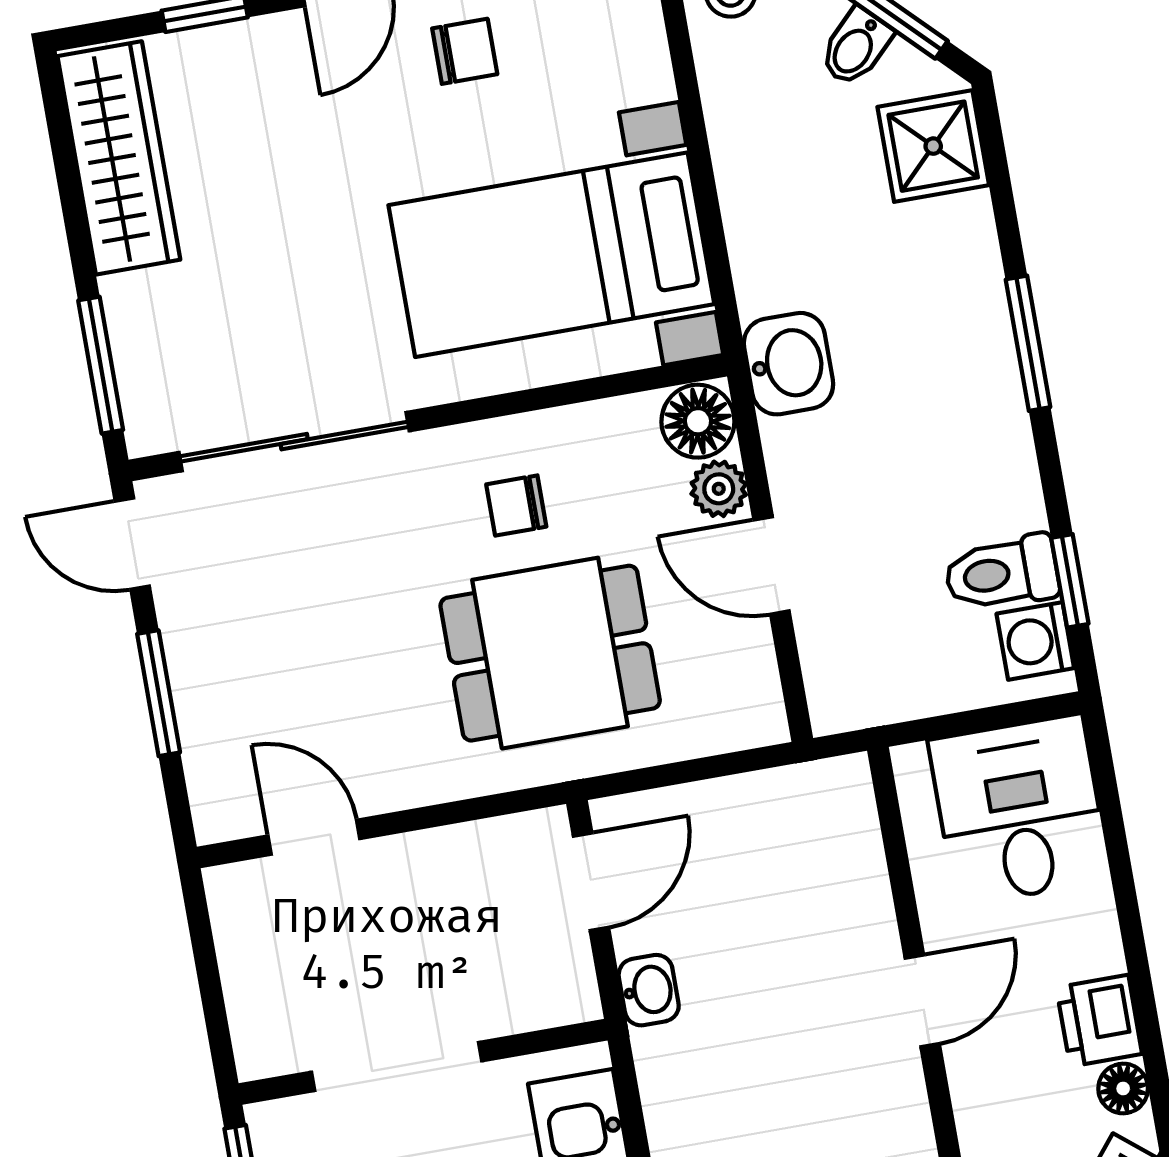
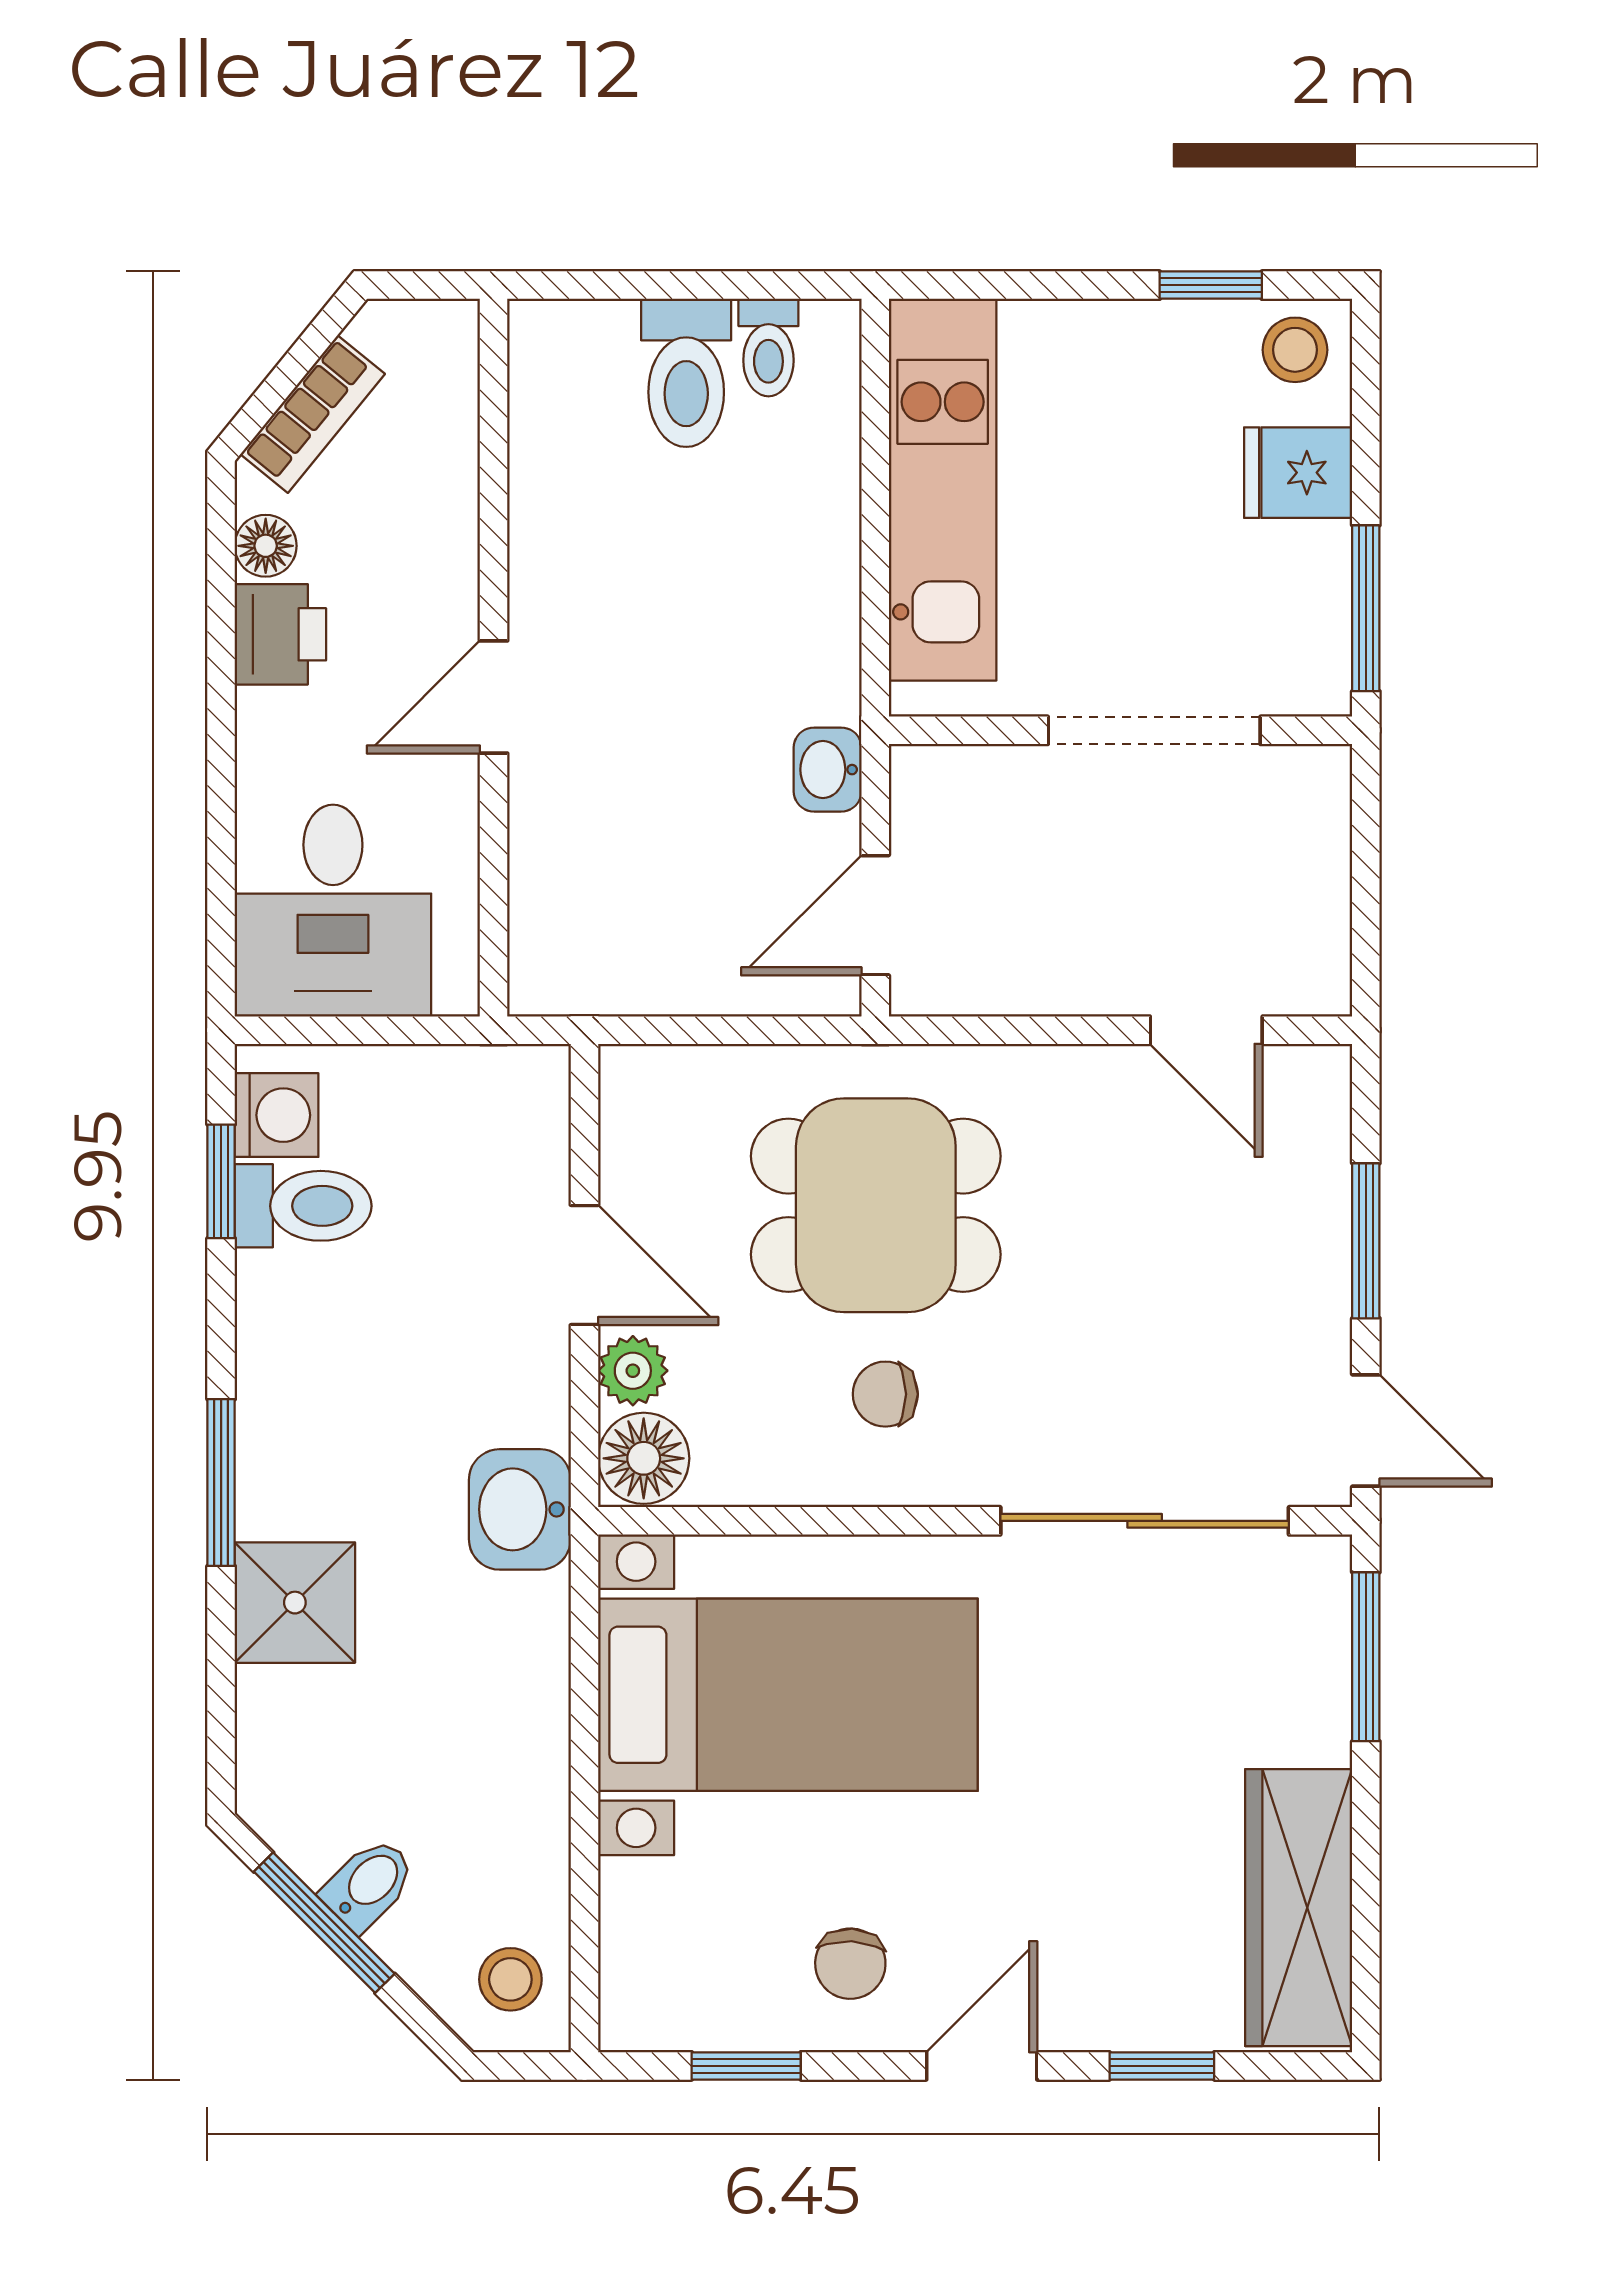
chair: (465, 51) -> (850, 1964), turned -87
shower: (933, 146) -> (295, 1603), moved
chair: (516, 505) -> (885, 1394), turned 180

